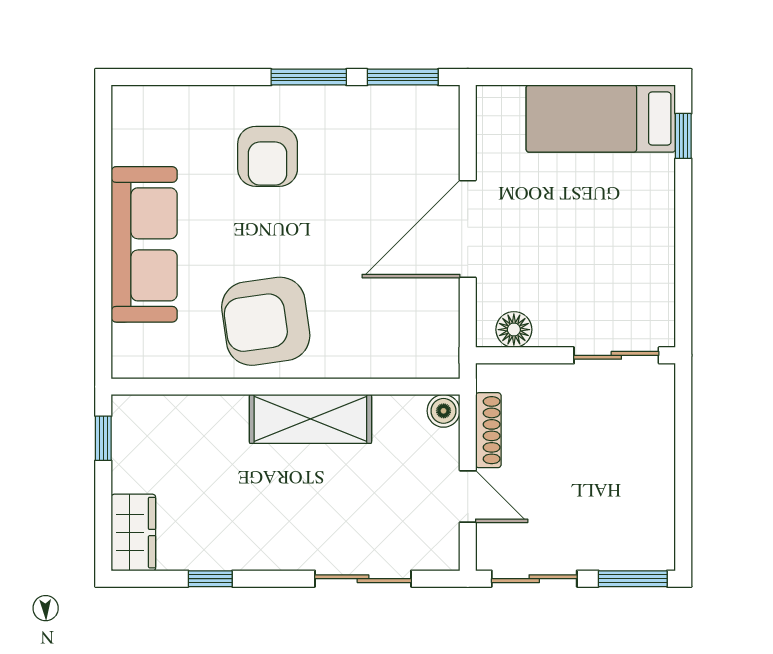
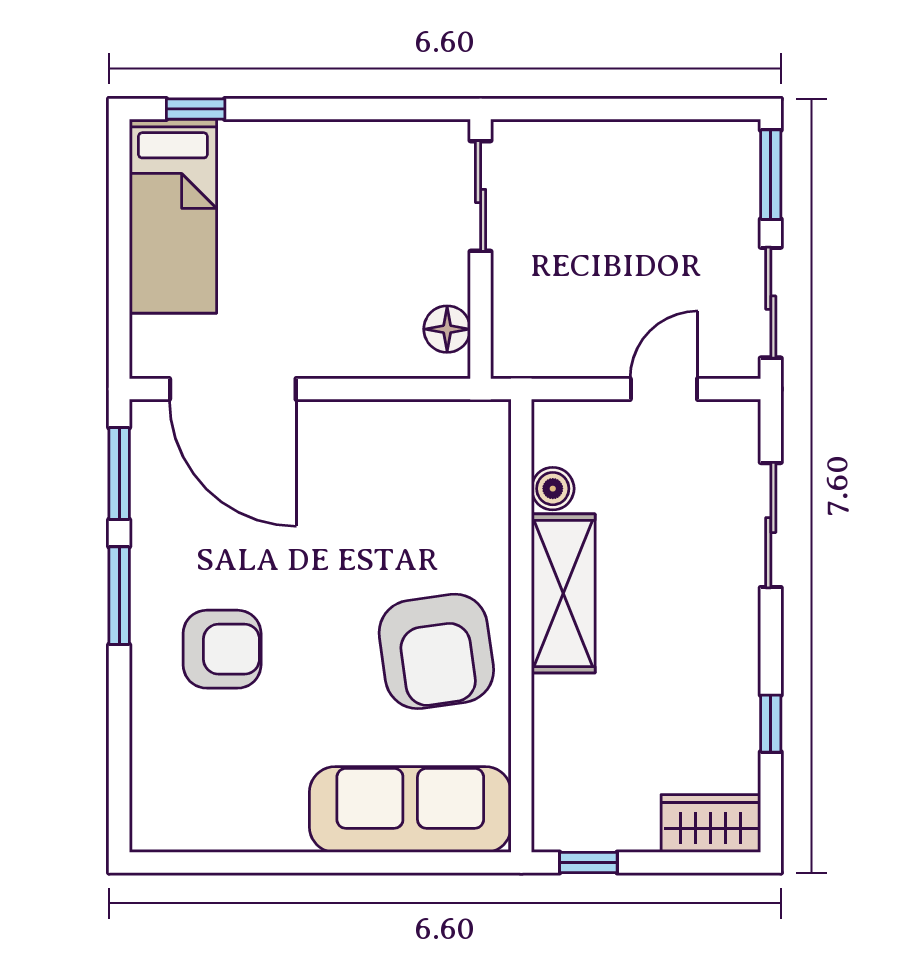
door: (468, 229) -> (233, 389), moved
sofa: (144, 244) -> (410, 809), moved
boiler: (444, 411) -> (553, 489), moved
shoe rack: (488, 430) -> (578, 362), removed

